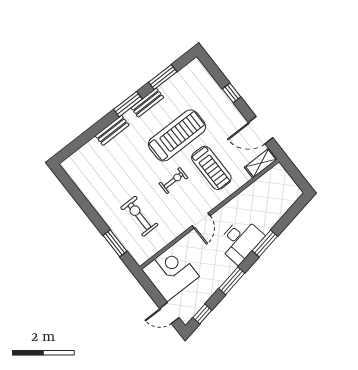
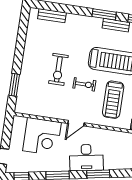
bench: (112, 130) -> (52, 16), moved
exercise bike: (139, 216) -> (58, 69), moved, turned 180
corner desk: (170, 273) -> (42, 137), moved, turned 90

